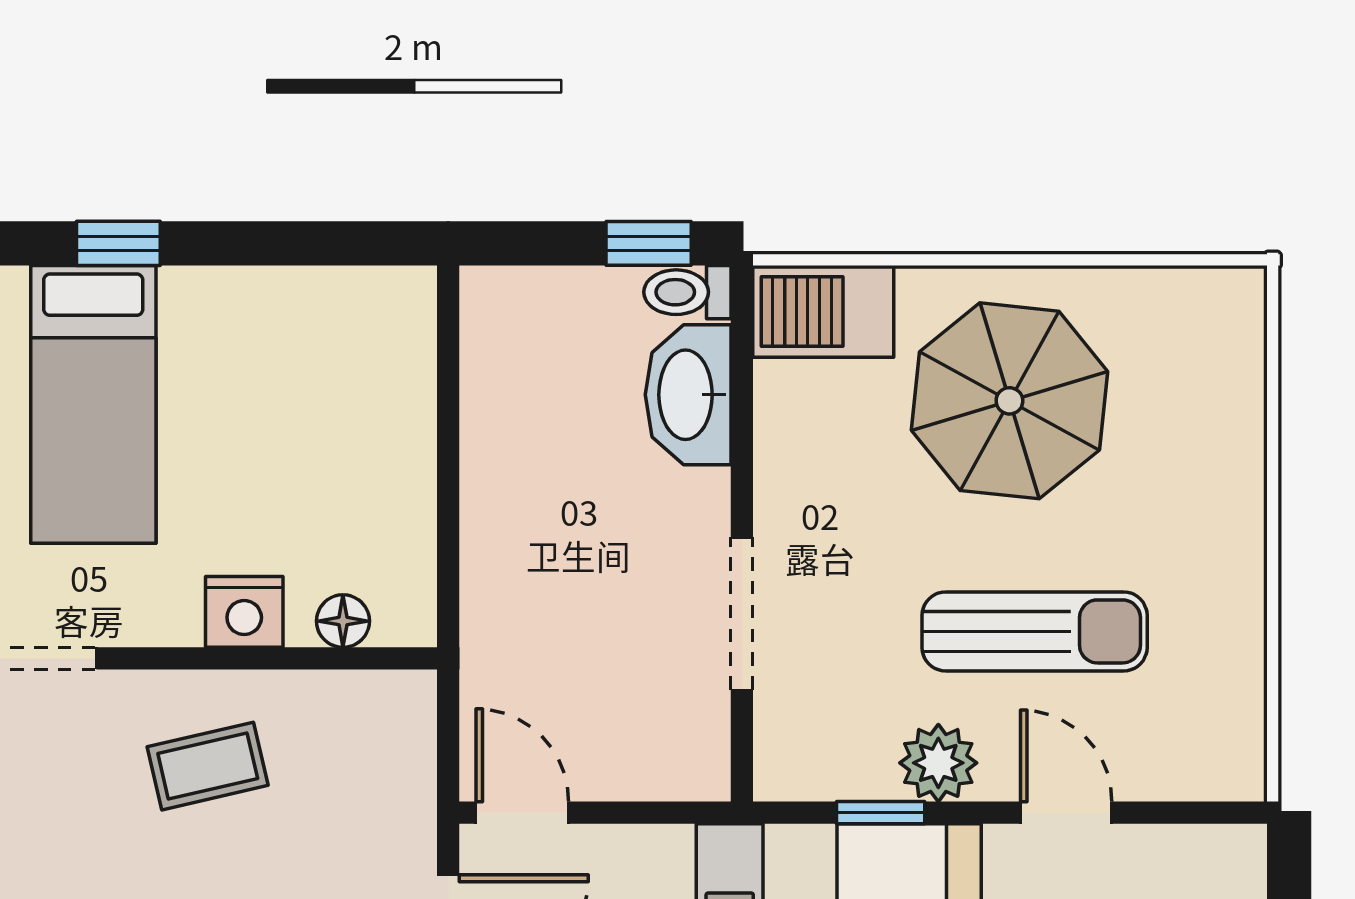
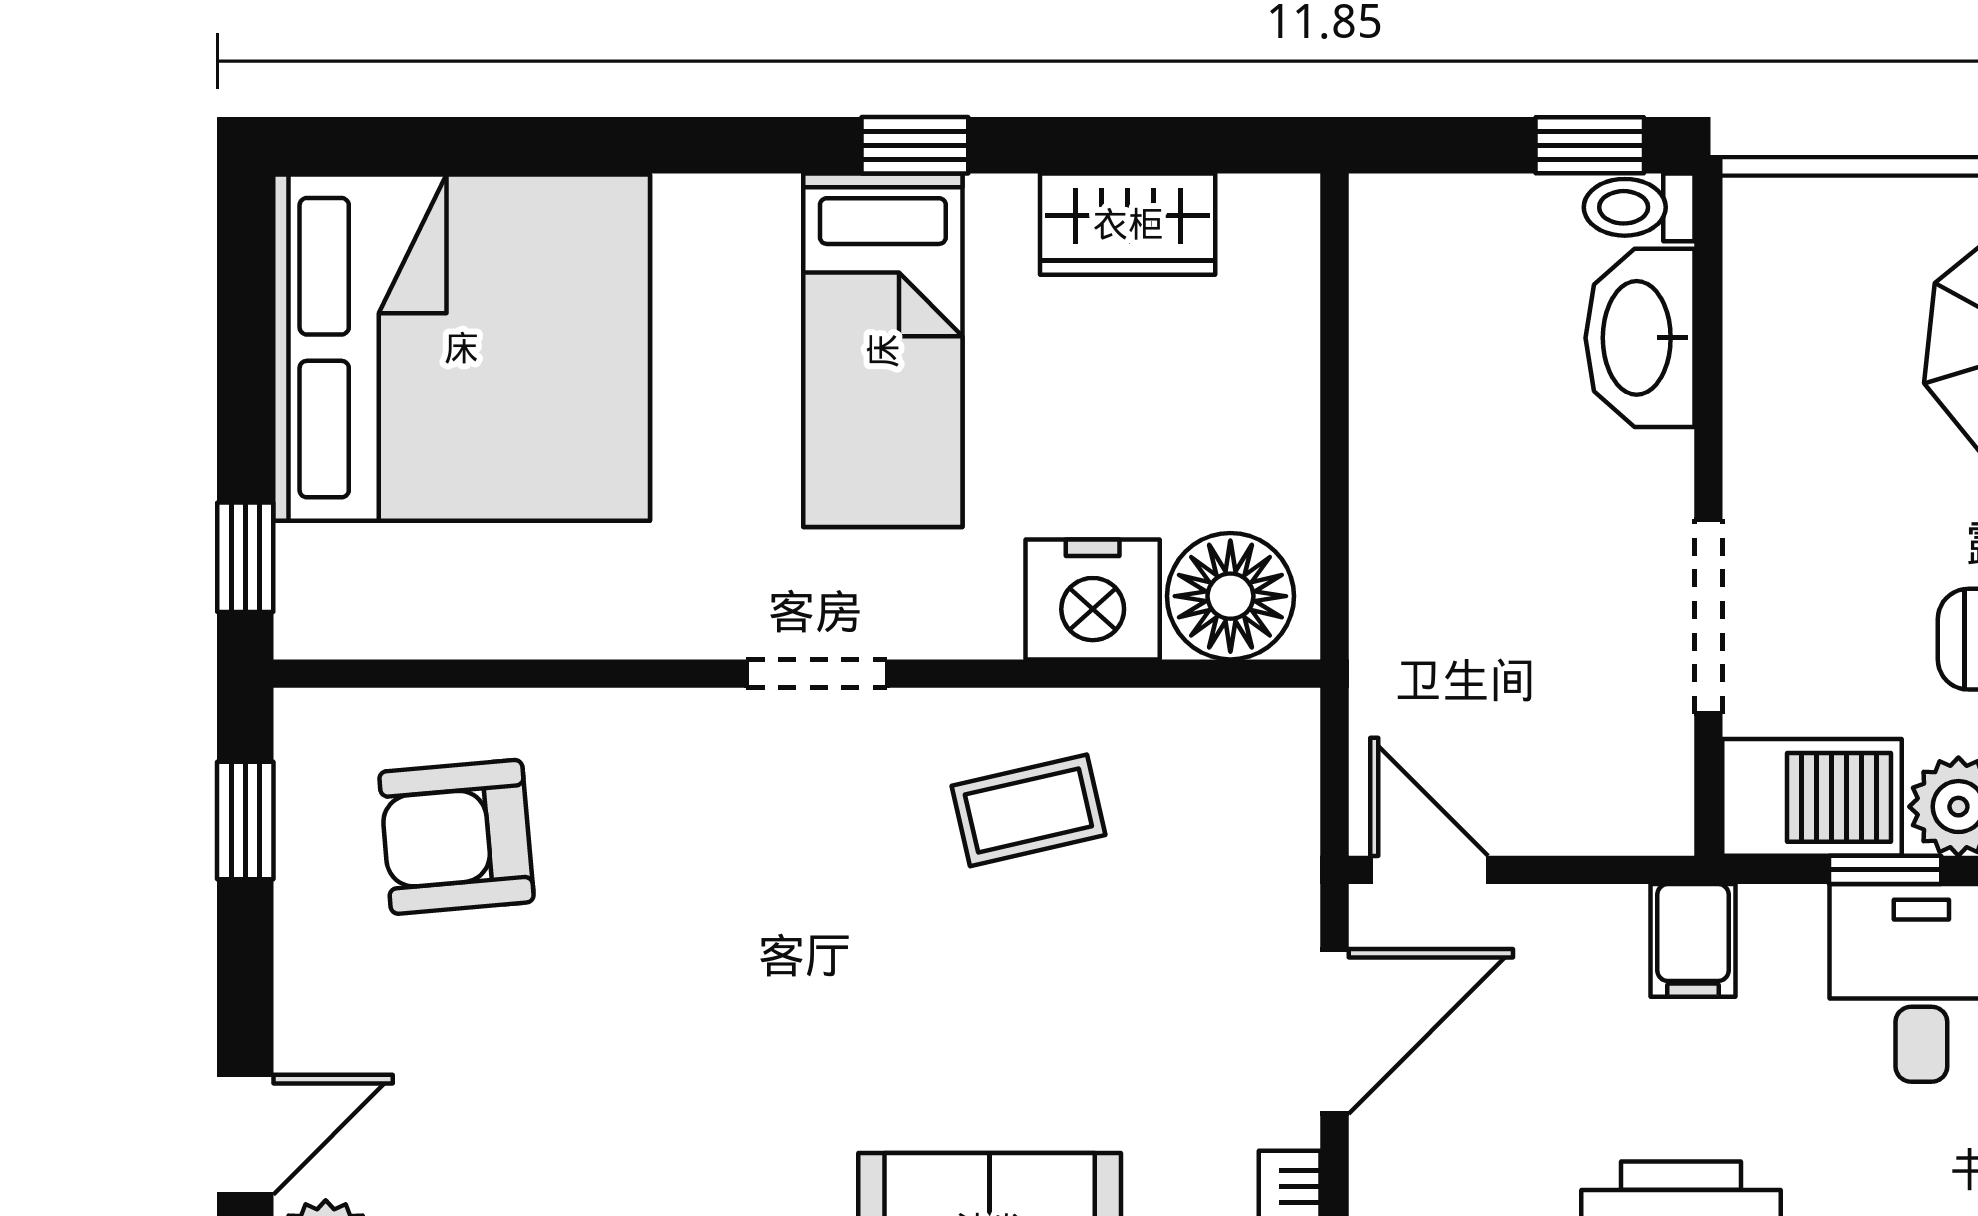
wardrobe: (286, 305) -> (1128, 224), added
barbecue: (823, 311) -> (1812, 797), moved, turned 180
nightstand: (244, 612) -> (1093, 599), width x1.36, depth x1.33
floor lamp: (343, 621) -> (1230, 596), width x1.89, depth x1.89

